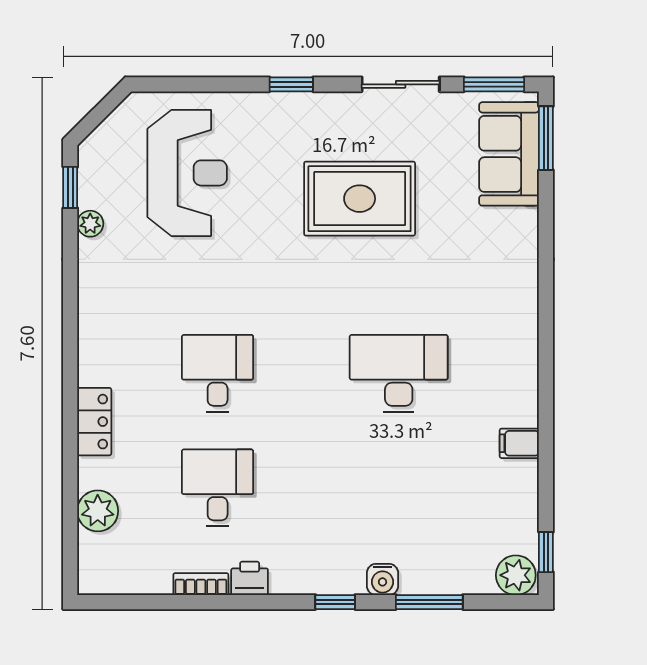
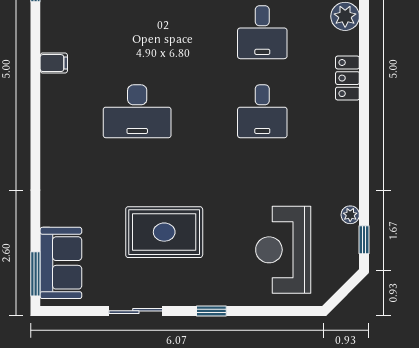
window: (494, 84) -> (71, 311), removed

